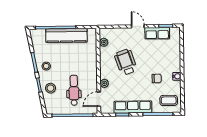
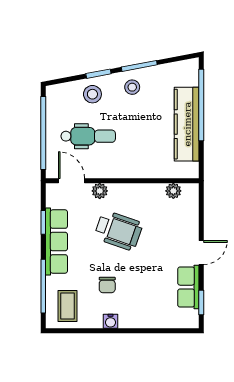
wheelchair: (126, 62) -> (118, 230), moved, turned 38

